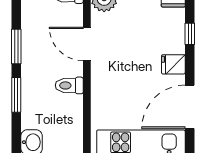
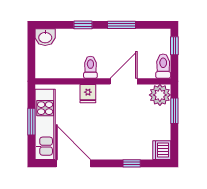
fridge: (173, 64) -> (88, 94), moved, turned 180
window: (16, 95) -> (83, 25), width x0.67

